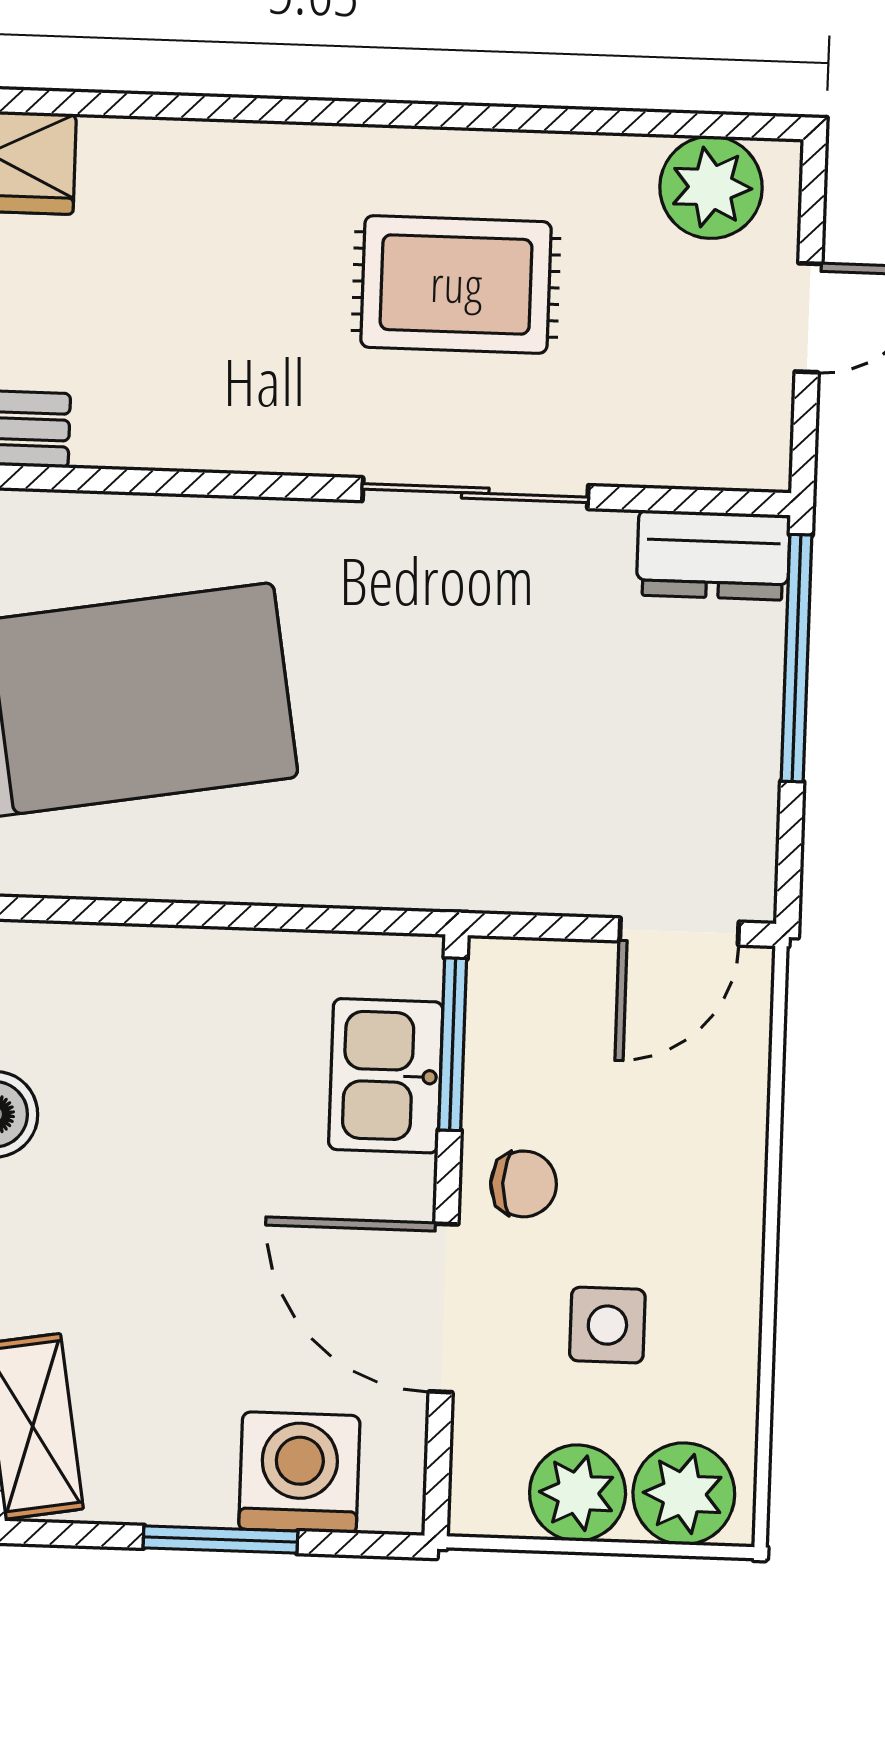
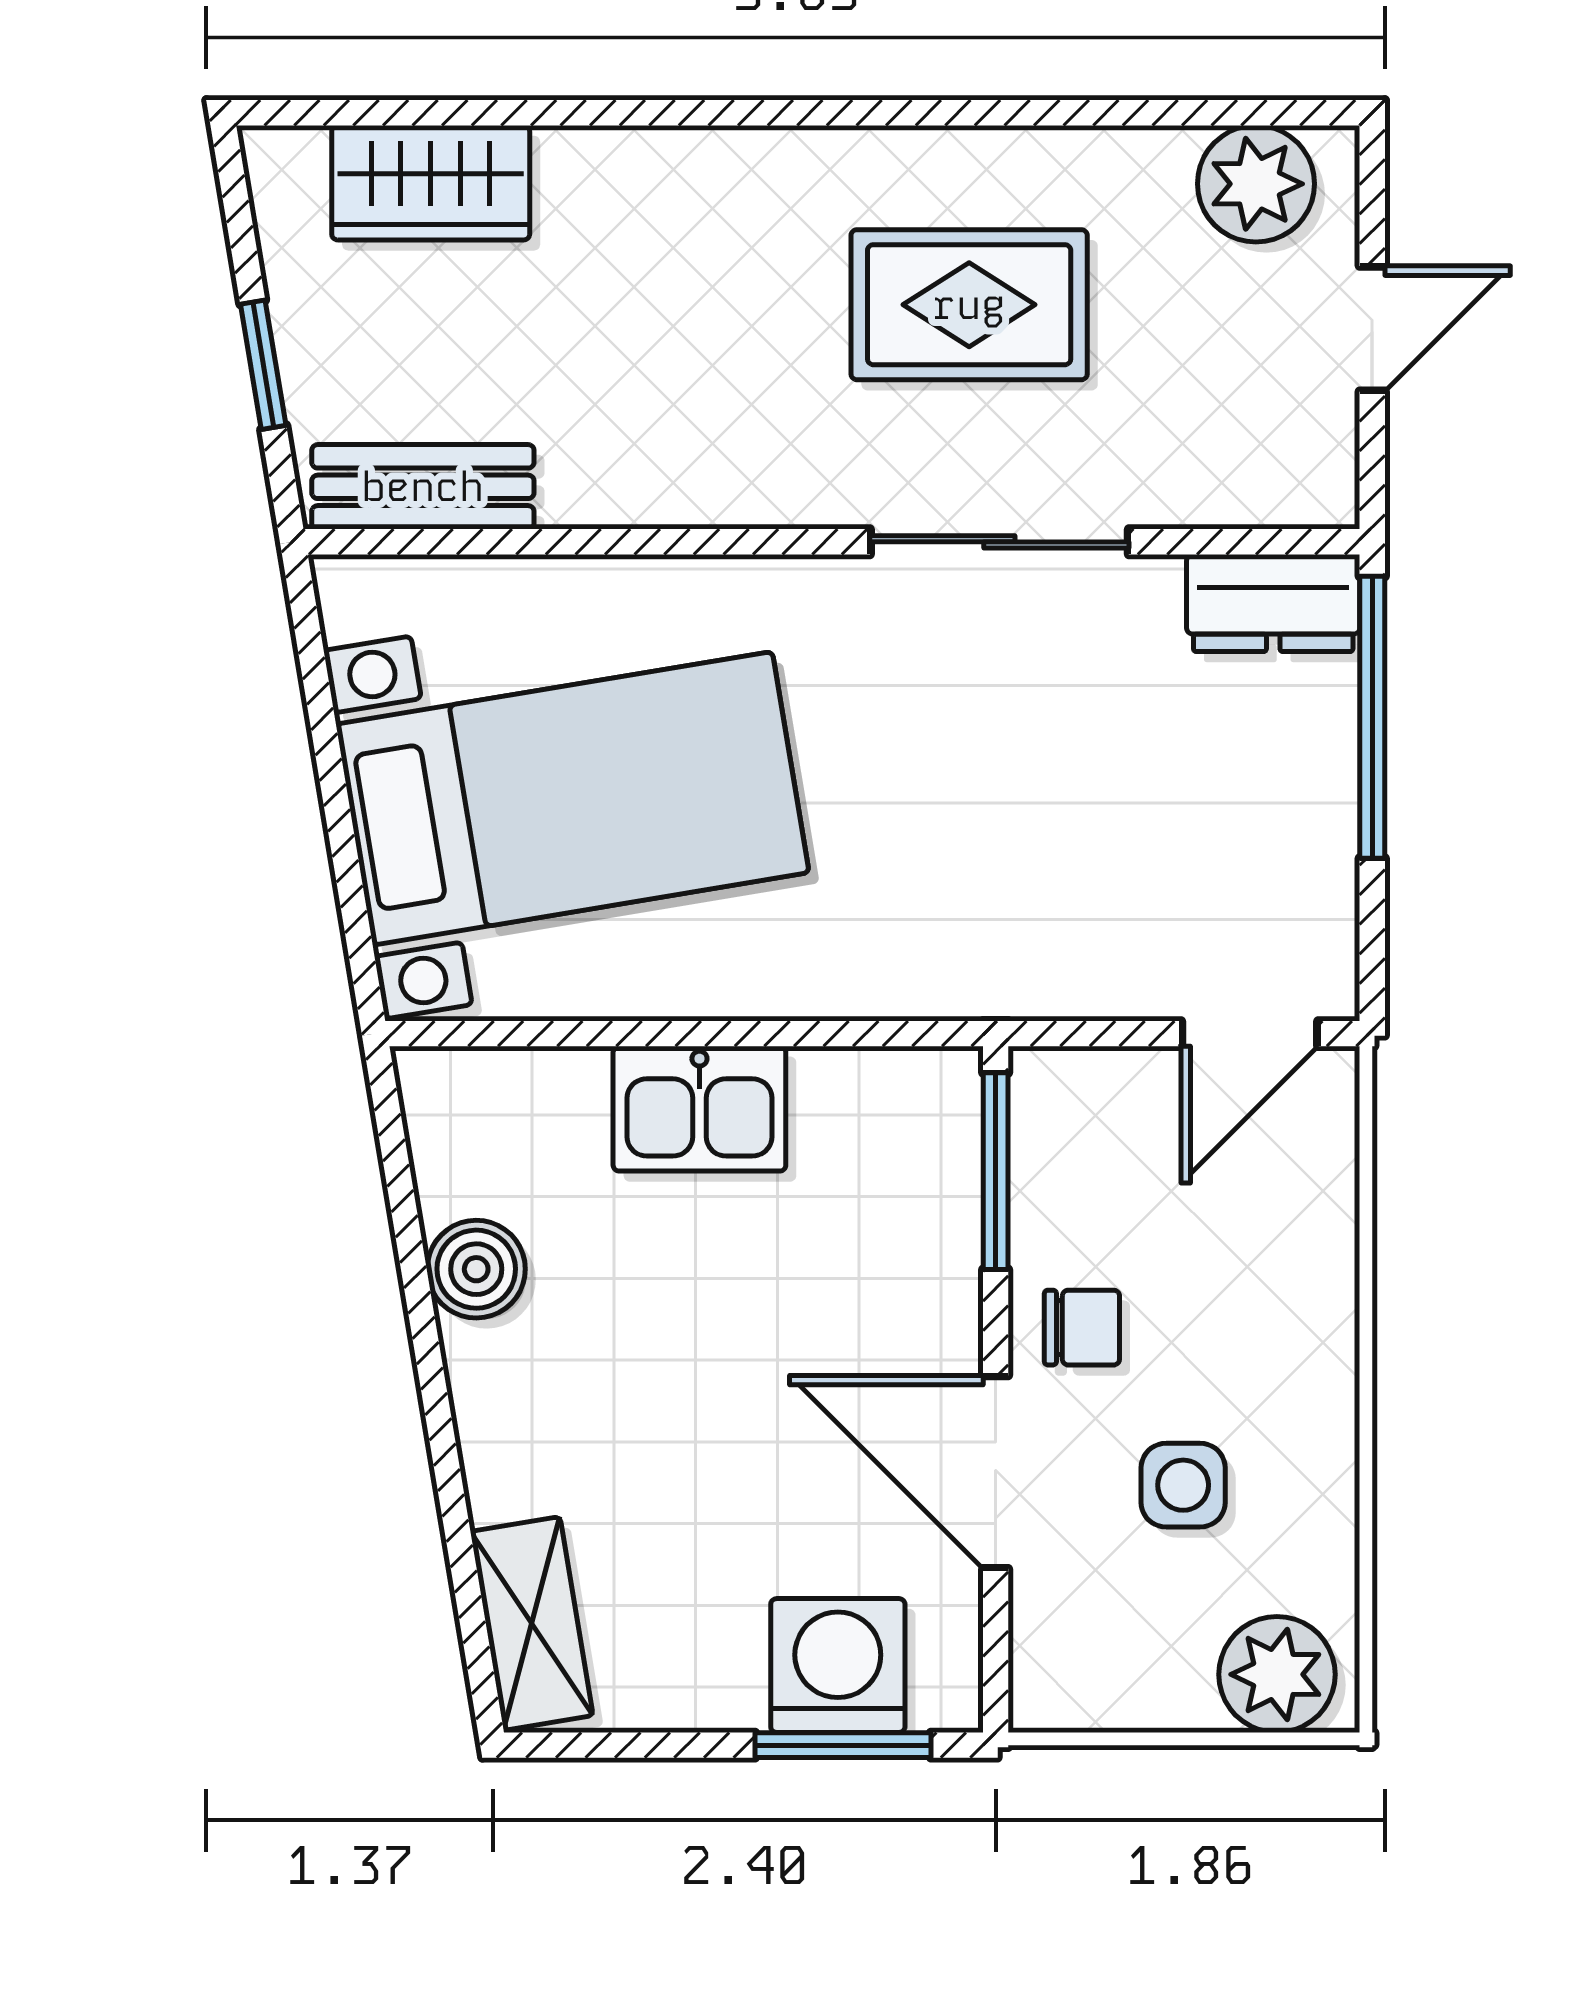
kitchen sink: (386, 1076) -> (699, 1109), moved, turned -90
plant: (578, 1493) -> (1156, 1678), removed
window: (220, 1539) -> (843, 1745), moved

